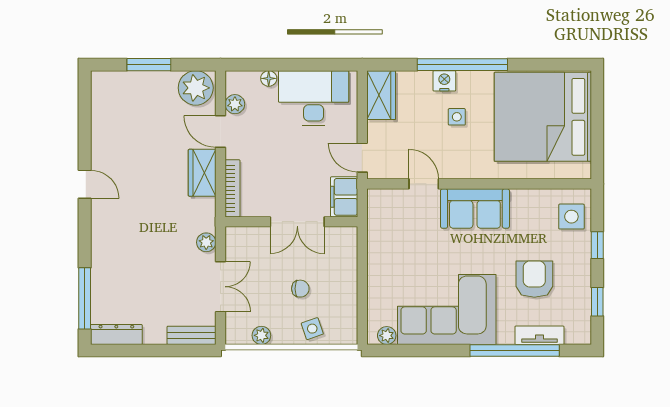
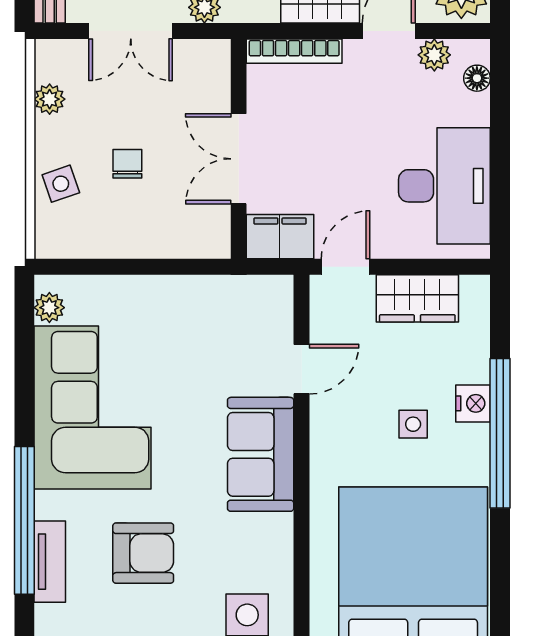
floor lamp: (269, 78) -> (477, 78), moved
wardrobe: (381, 95) -> (417, 298), moved
chair: (300, 289) -> (127, 164), turned 180

